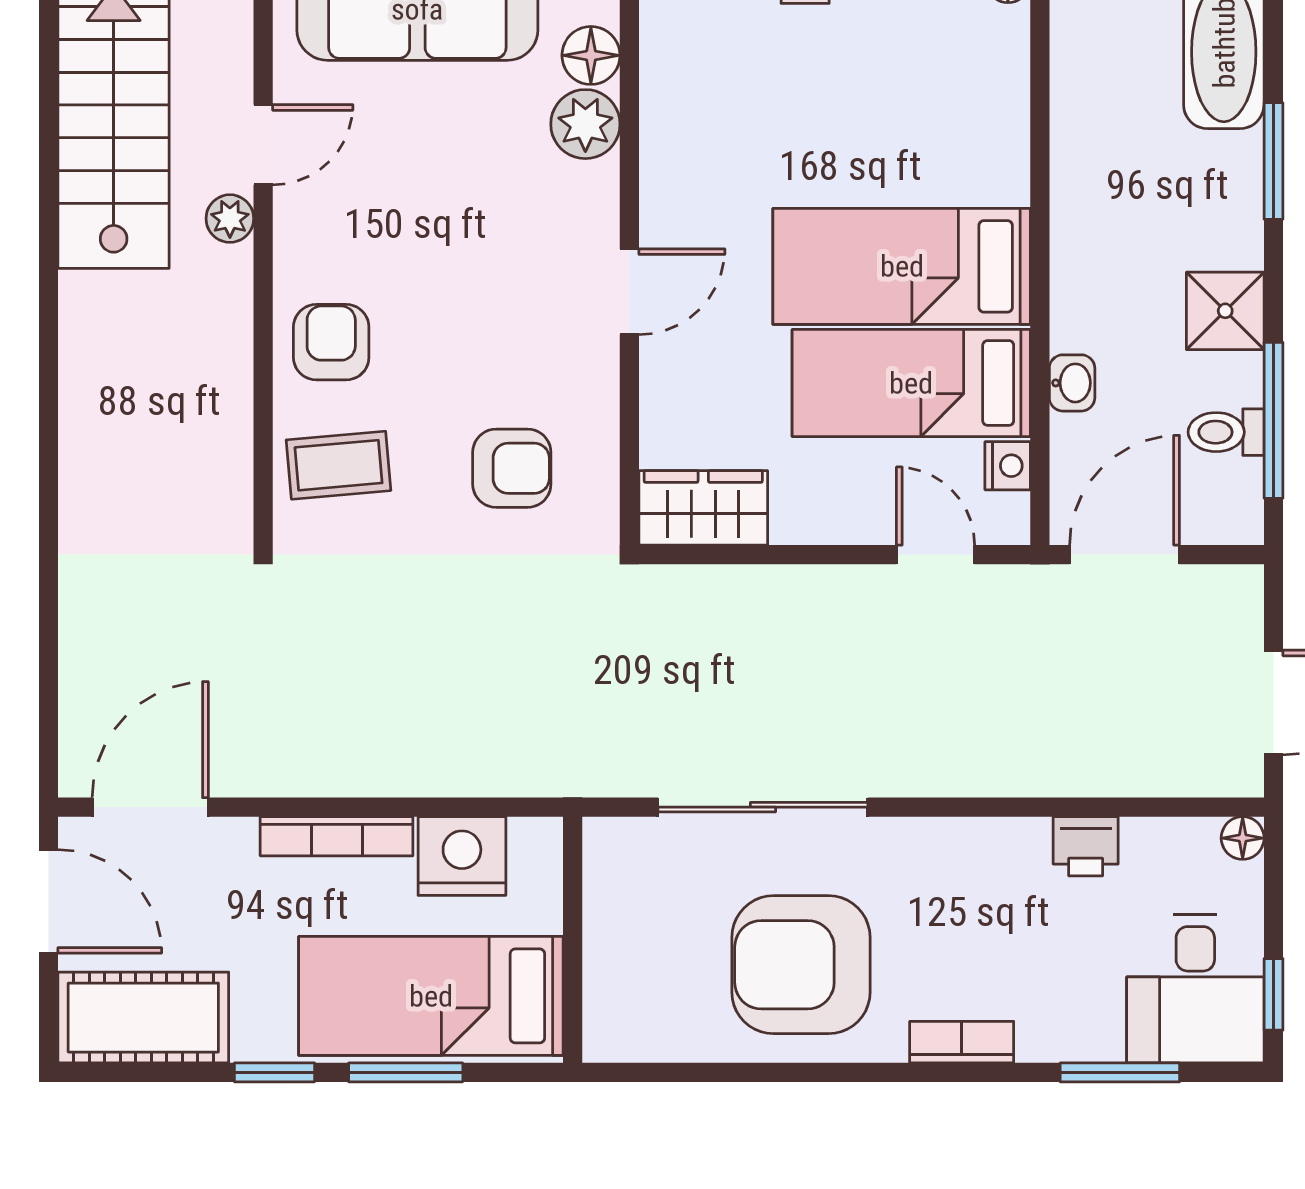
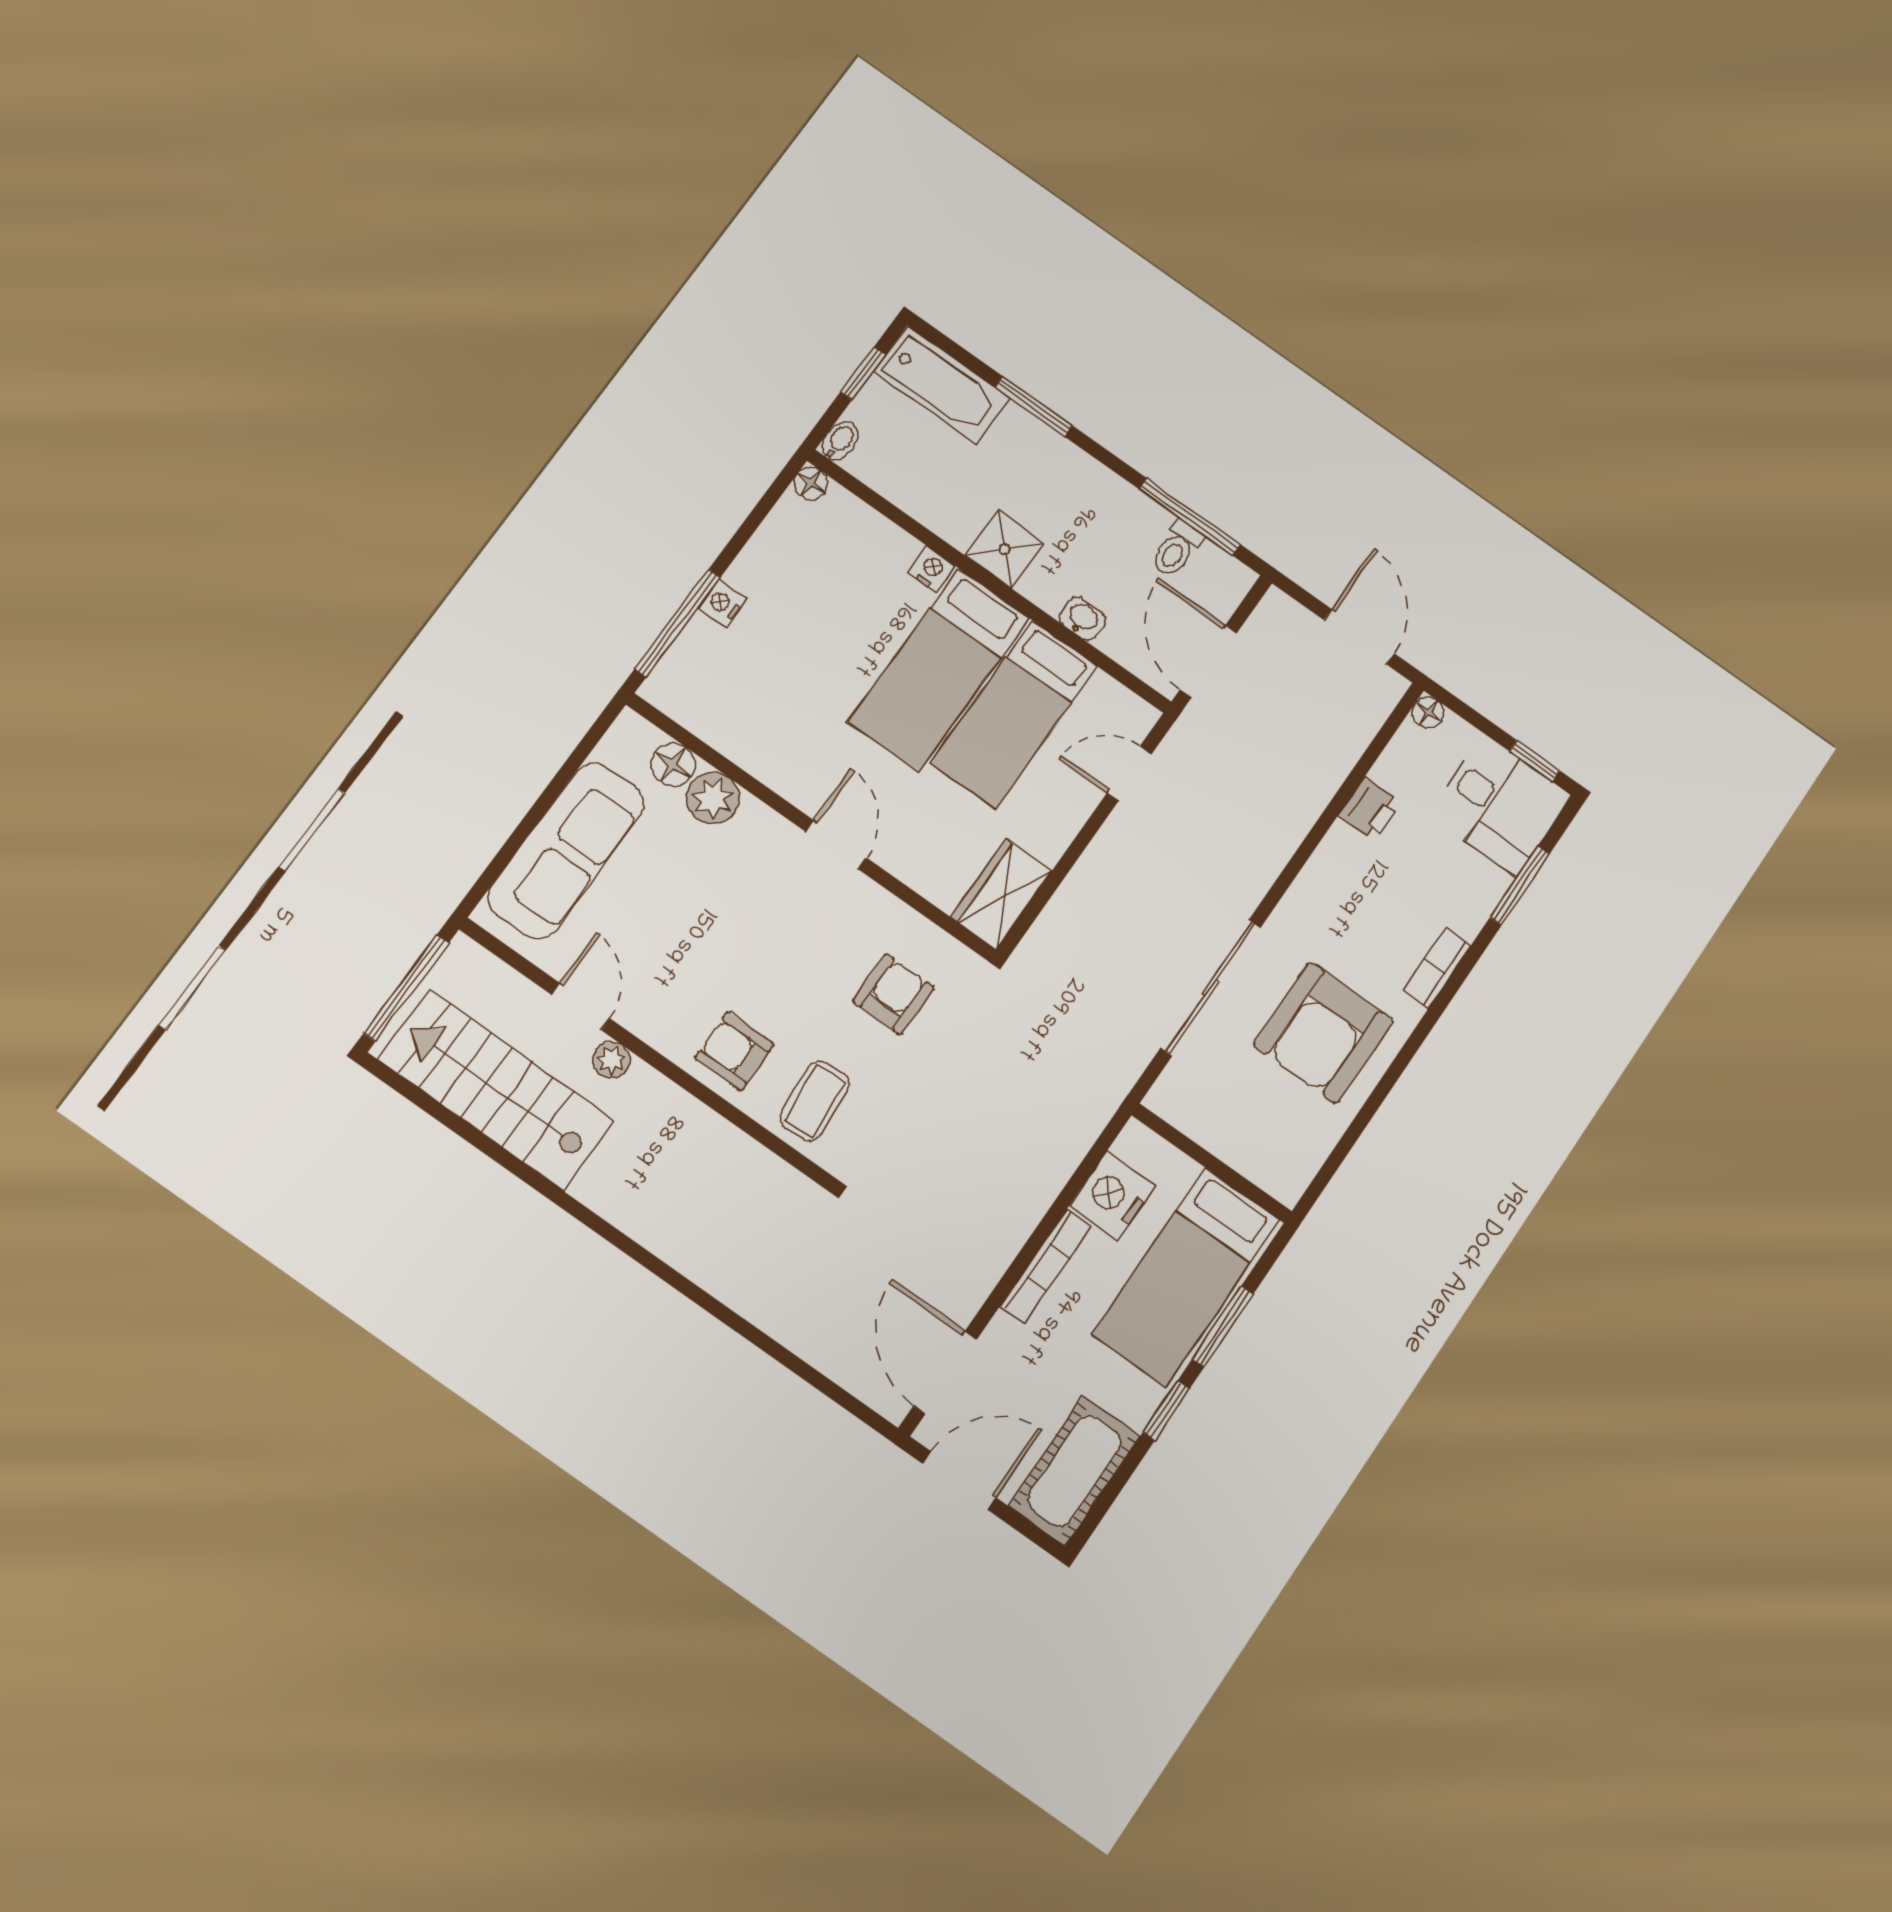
shower: (1225, 311) -> (1004, 549), moved
nightstand: (1008, 466) -> (932, 569), moved

